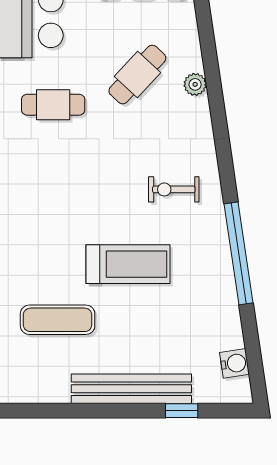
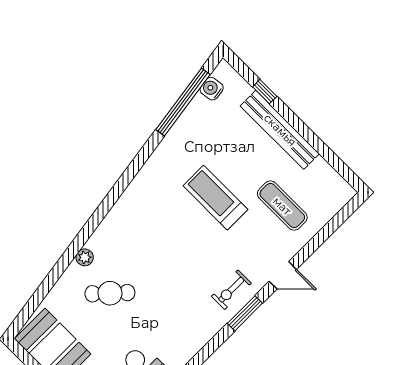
cafe table: (53, 105) -> (171, 322), removed
exercise bike: (174, 189) -> (231, 290), moved, turned 90
window: (239, 253) -> (183, 102), moved

